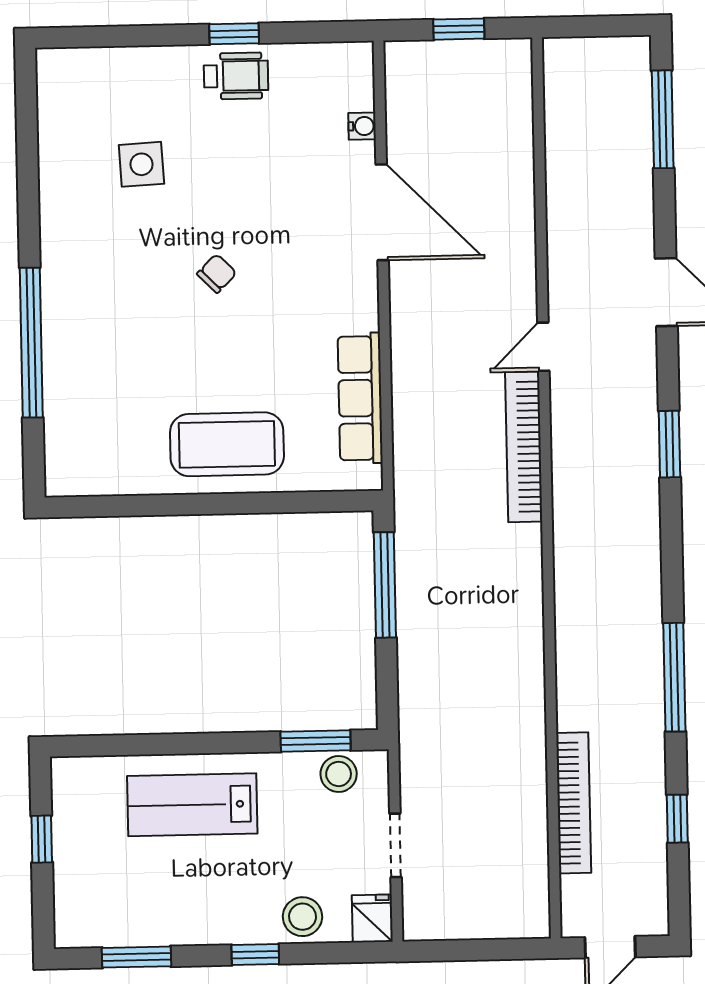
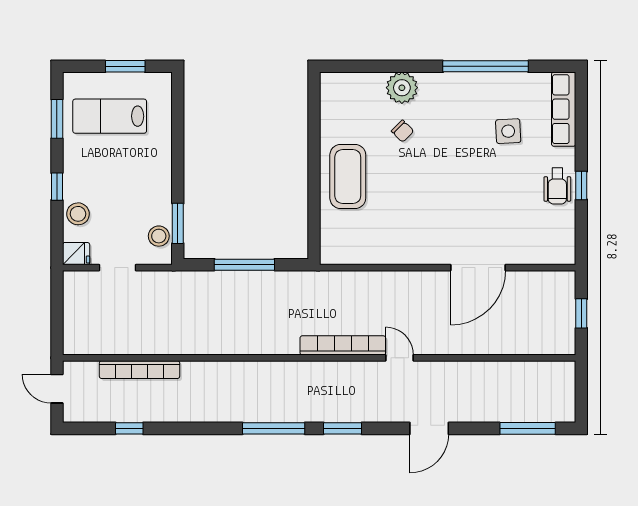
water cooler: (362, 126) -> (527, 257), removed
chair: (217, 273) -> (403, 131), moved
window: (31, 343) -> (486, 66), moved
plant: (69, 352) -> (402, 88), added
row of seats: (360, 398) -> (564, 109), moved, turned -90
window: (385, 585) -> (244, 265), moved
window: (674, 677) -> (274, 428), moved
lab bench: (192, 805) -> (110, 116), moved, turned -90
window: (42, 839) -> (125, 66), width x1.50

